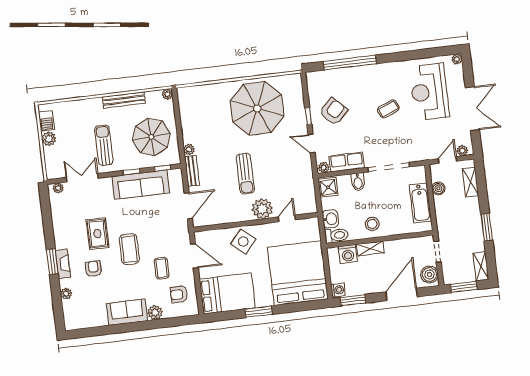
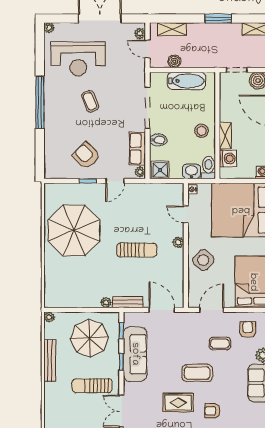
window: (350, 63) -> (40, 102), moved
plant: (262, 209) -> (178, 242), width x0.53, depth x0.53
nightstand: (313, 222) -> (192, 189), added
armchair: (179, 294) -> (248, 329), turned 180

